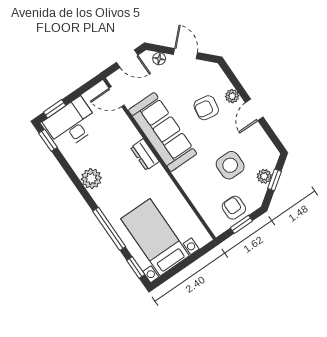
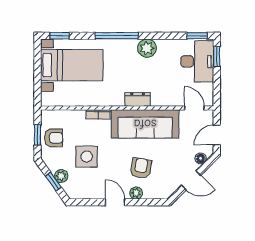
door: (117, 97) -> (194, 108), hinge flipped
bookcase: (184, 181) -> (98, 114), added
window: (109, 229) -> (117, 36), moved

